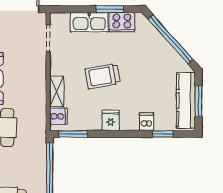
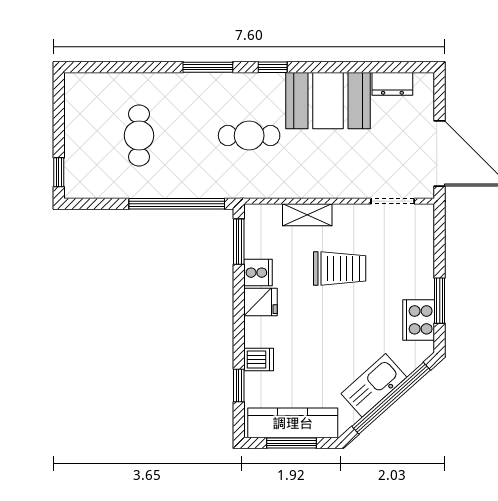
kitchen sink: (89, 22) -> (374, 385), moved, turned 48
trolley: (103, 76) -> (340, 268), moved, turned 100
cooker: (58, 116) -> (258, 273), moved, turned -90

